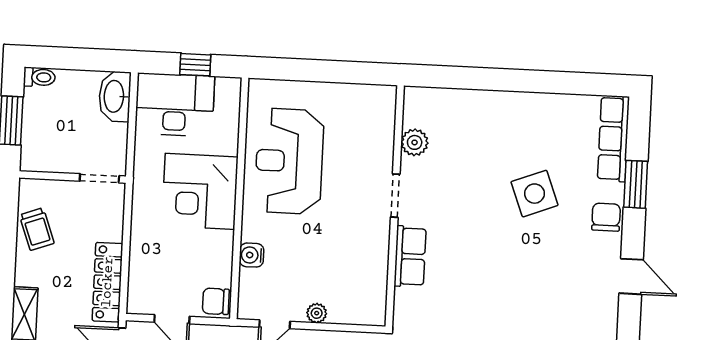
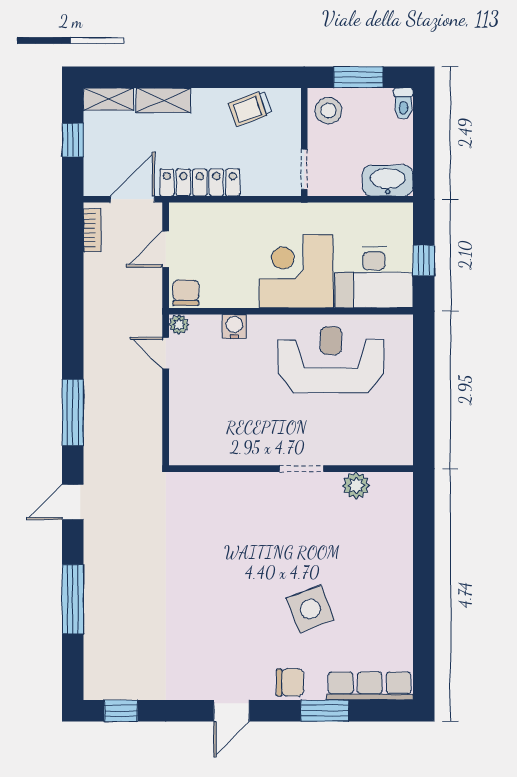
desk: (175, 105) -> (374, 277), moved, turned 90
stool: (43, 152) -> (328, 111), added
row of seats: (410, 256) -> (241, 487), removed
plant: (317, 313) -> (179, 325), moved

